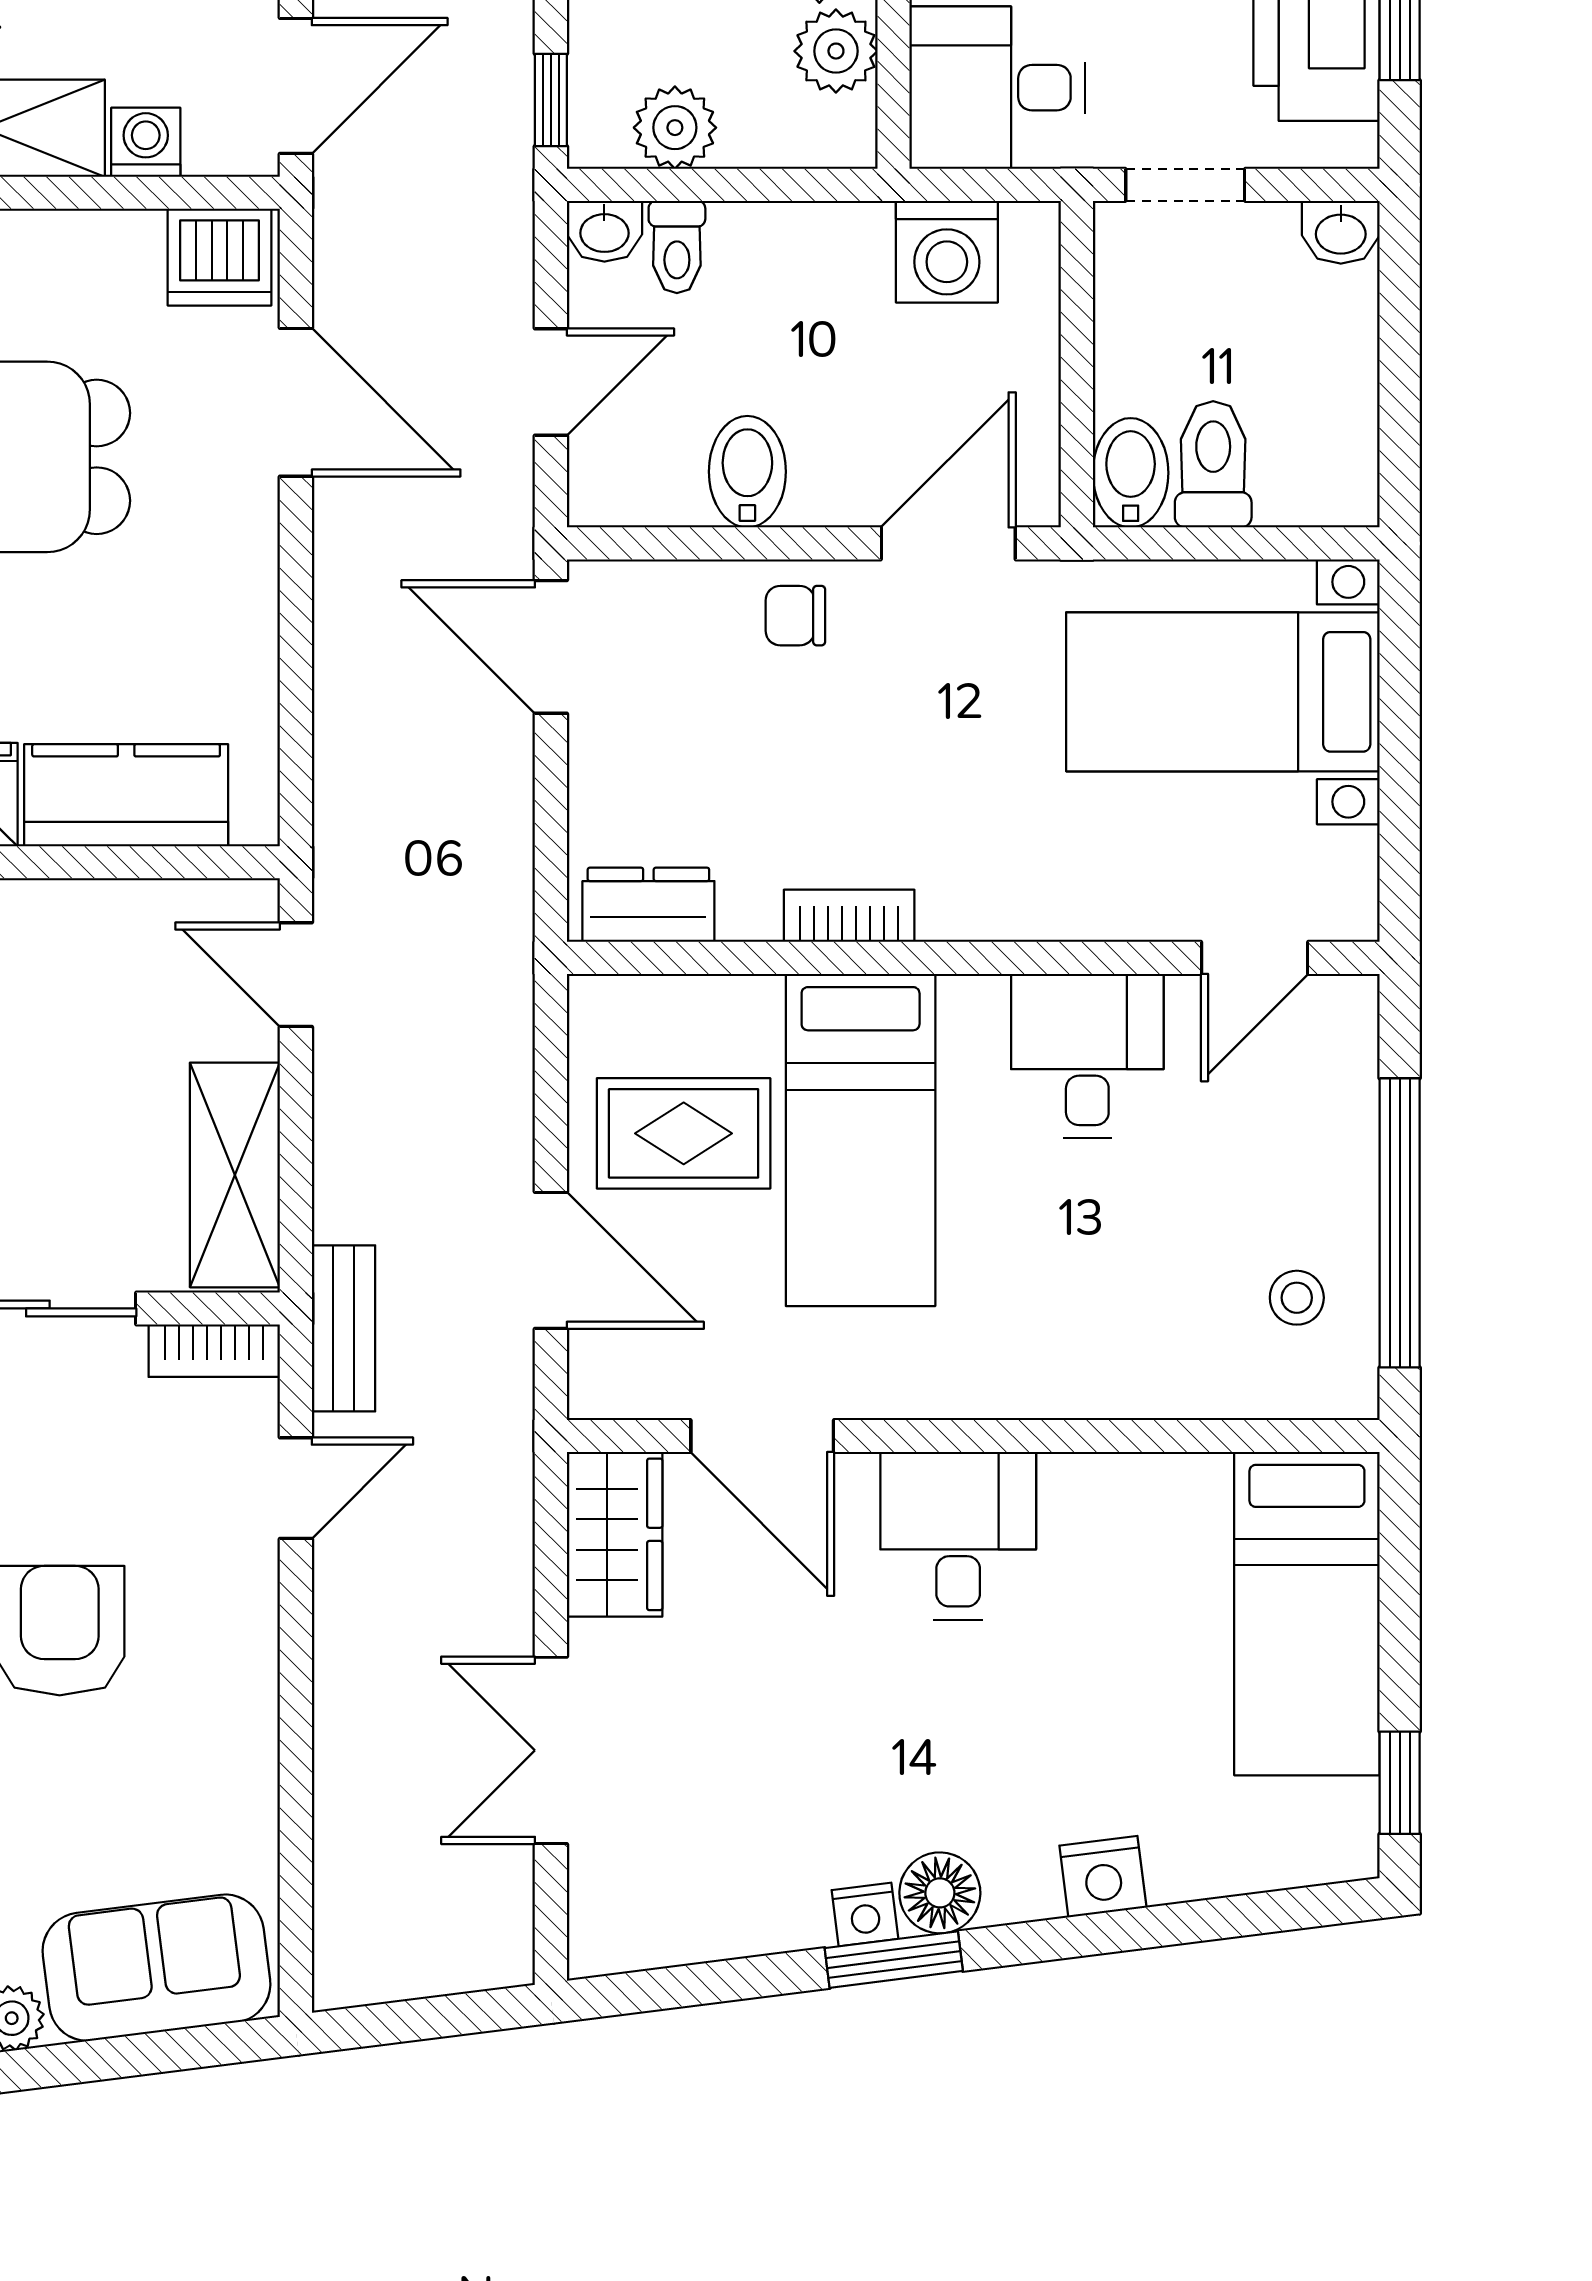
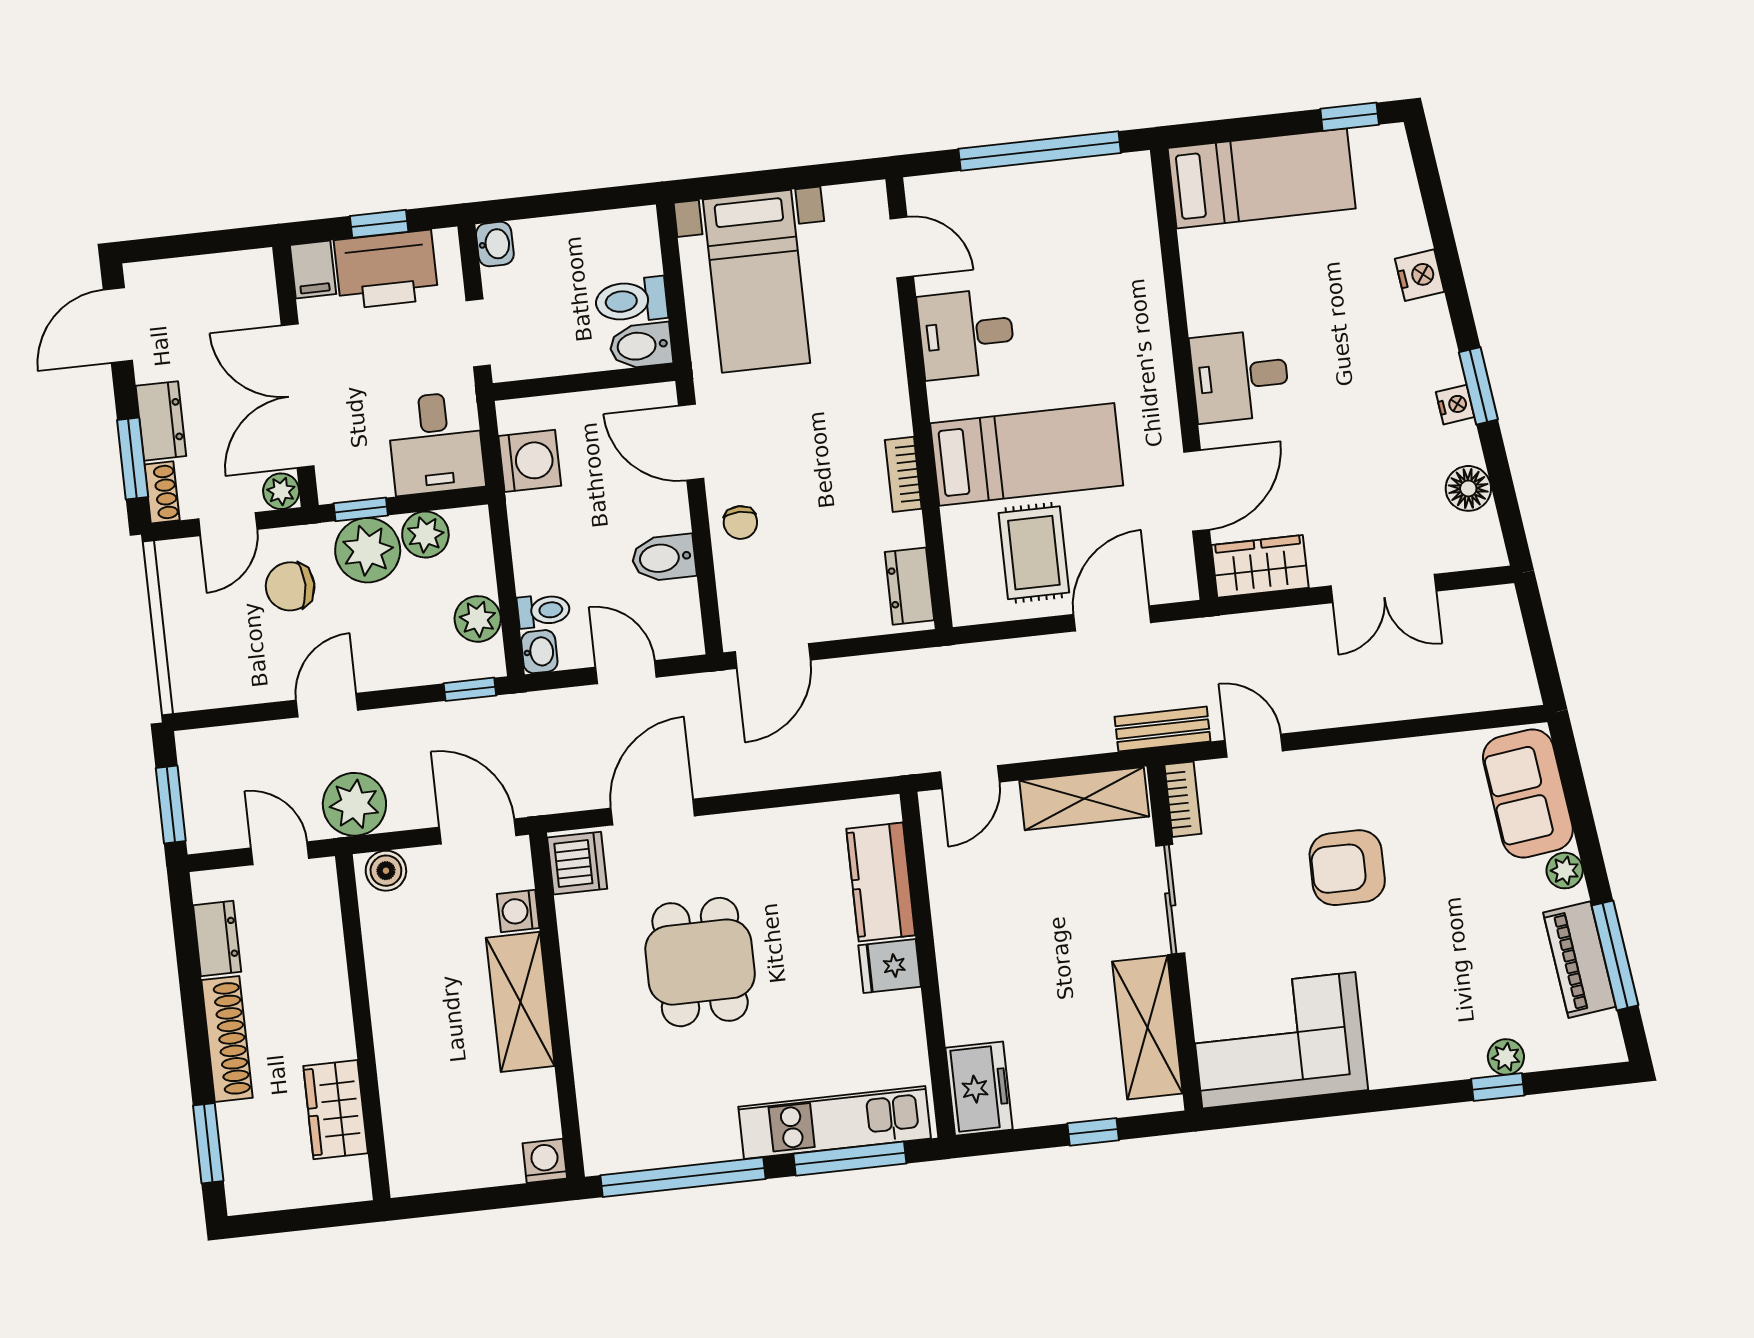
stool: (1297, 1298) -> (1087, 203), removed
floor lamp: (940, 1893) -> (1468, 488), moved

